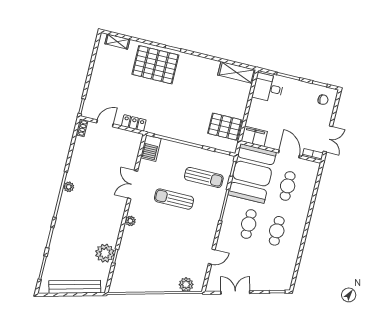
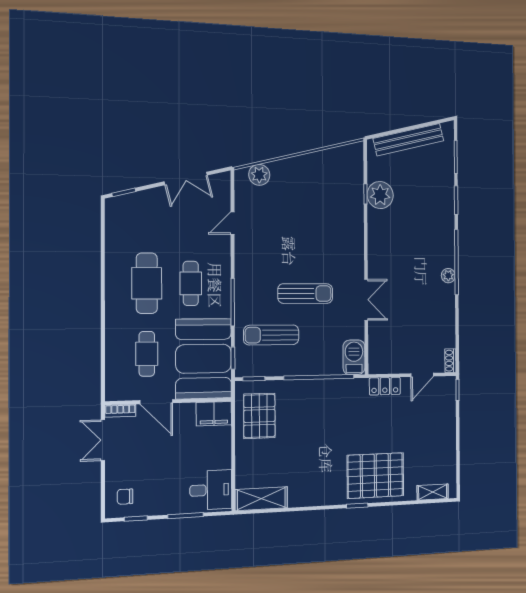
pallet: (225, 127) -> (259, 416), turned 90
plant: (130, 221) -> (357, 248), removed
cafe table: (277, 231) -> (147, 283), width x1.37, depth x1.35

